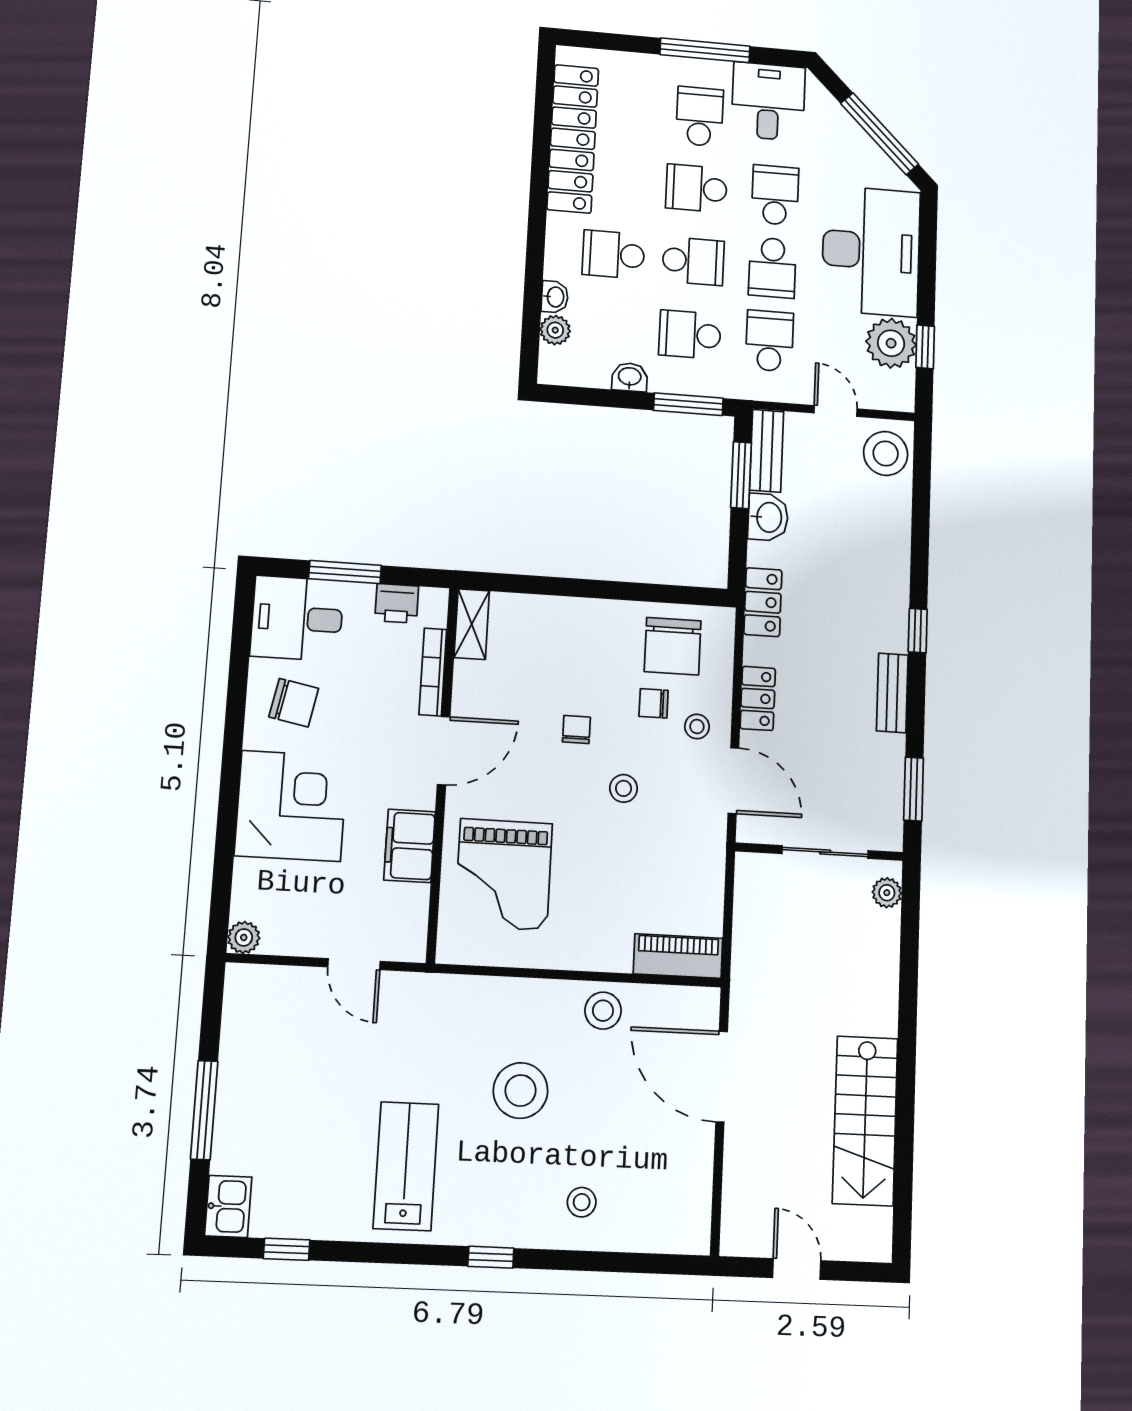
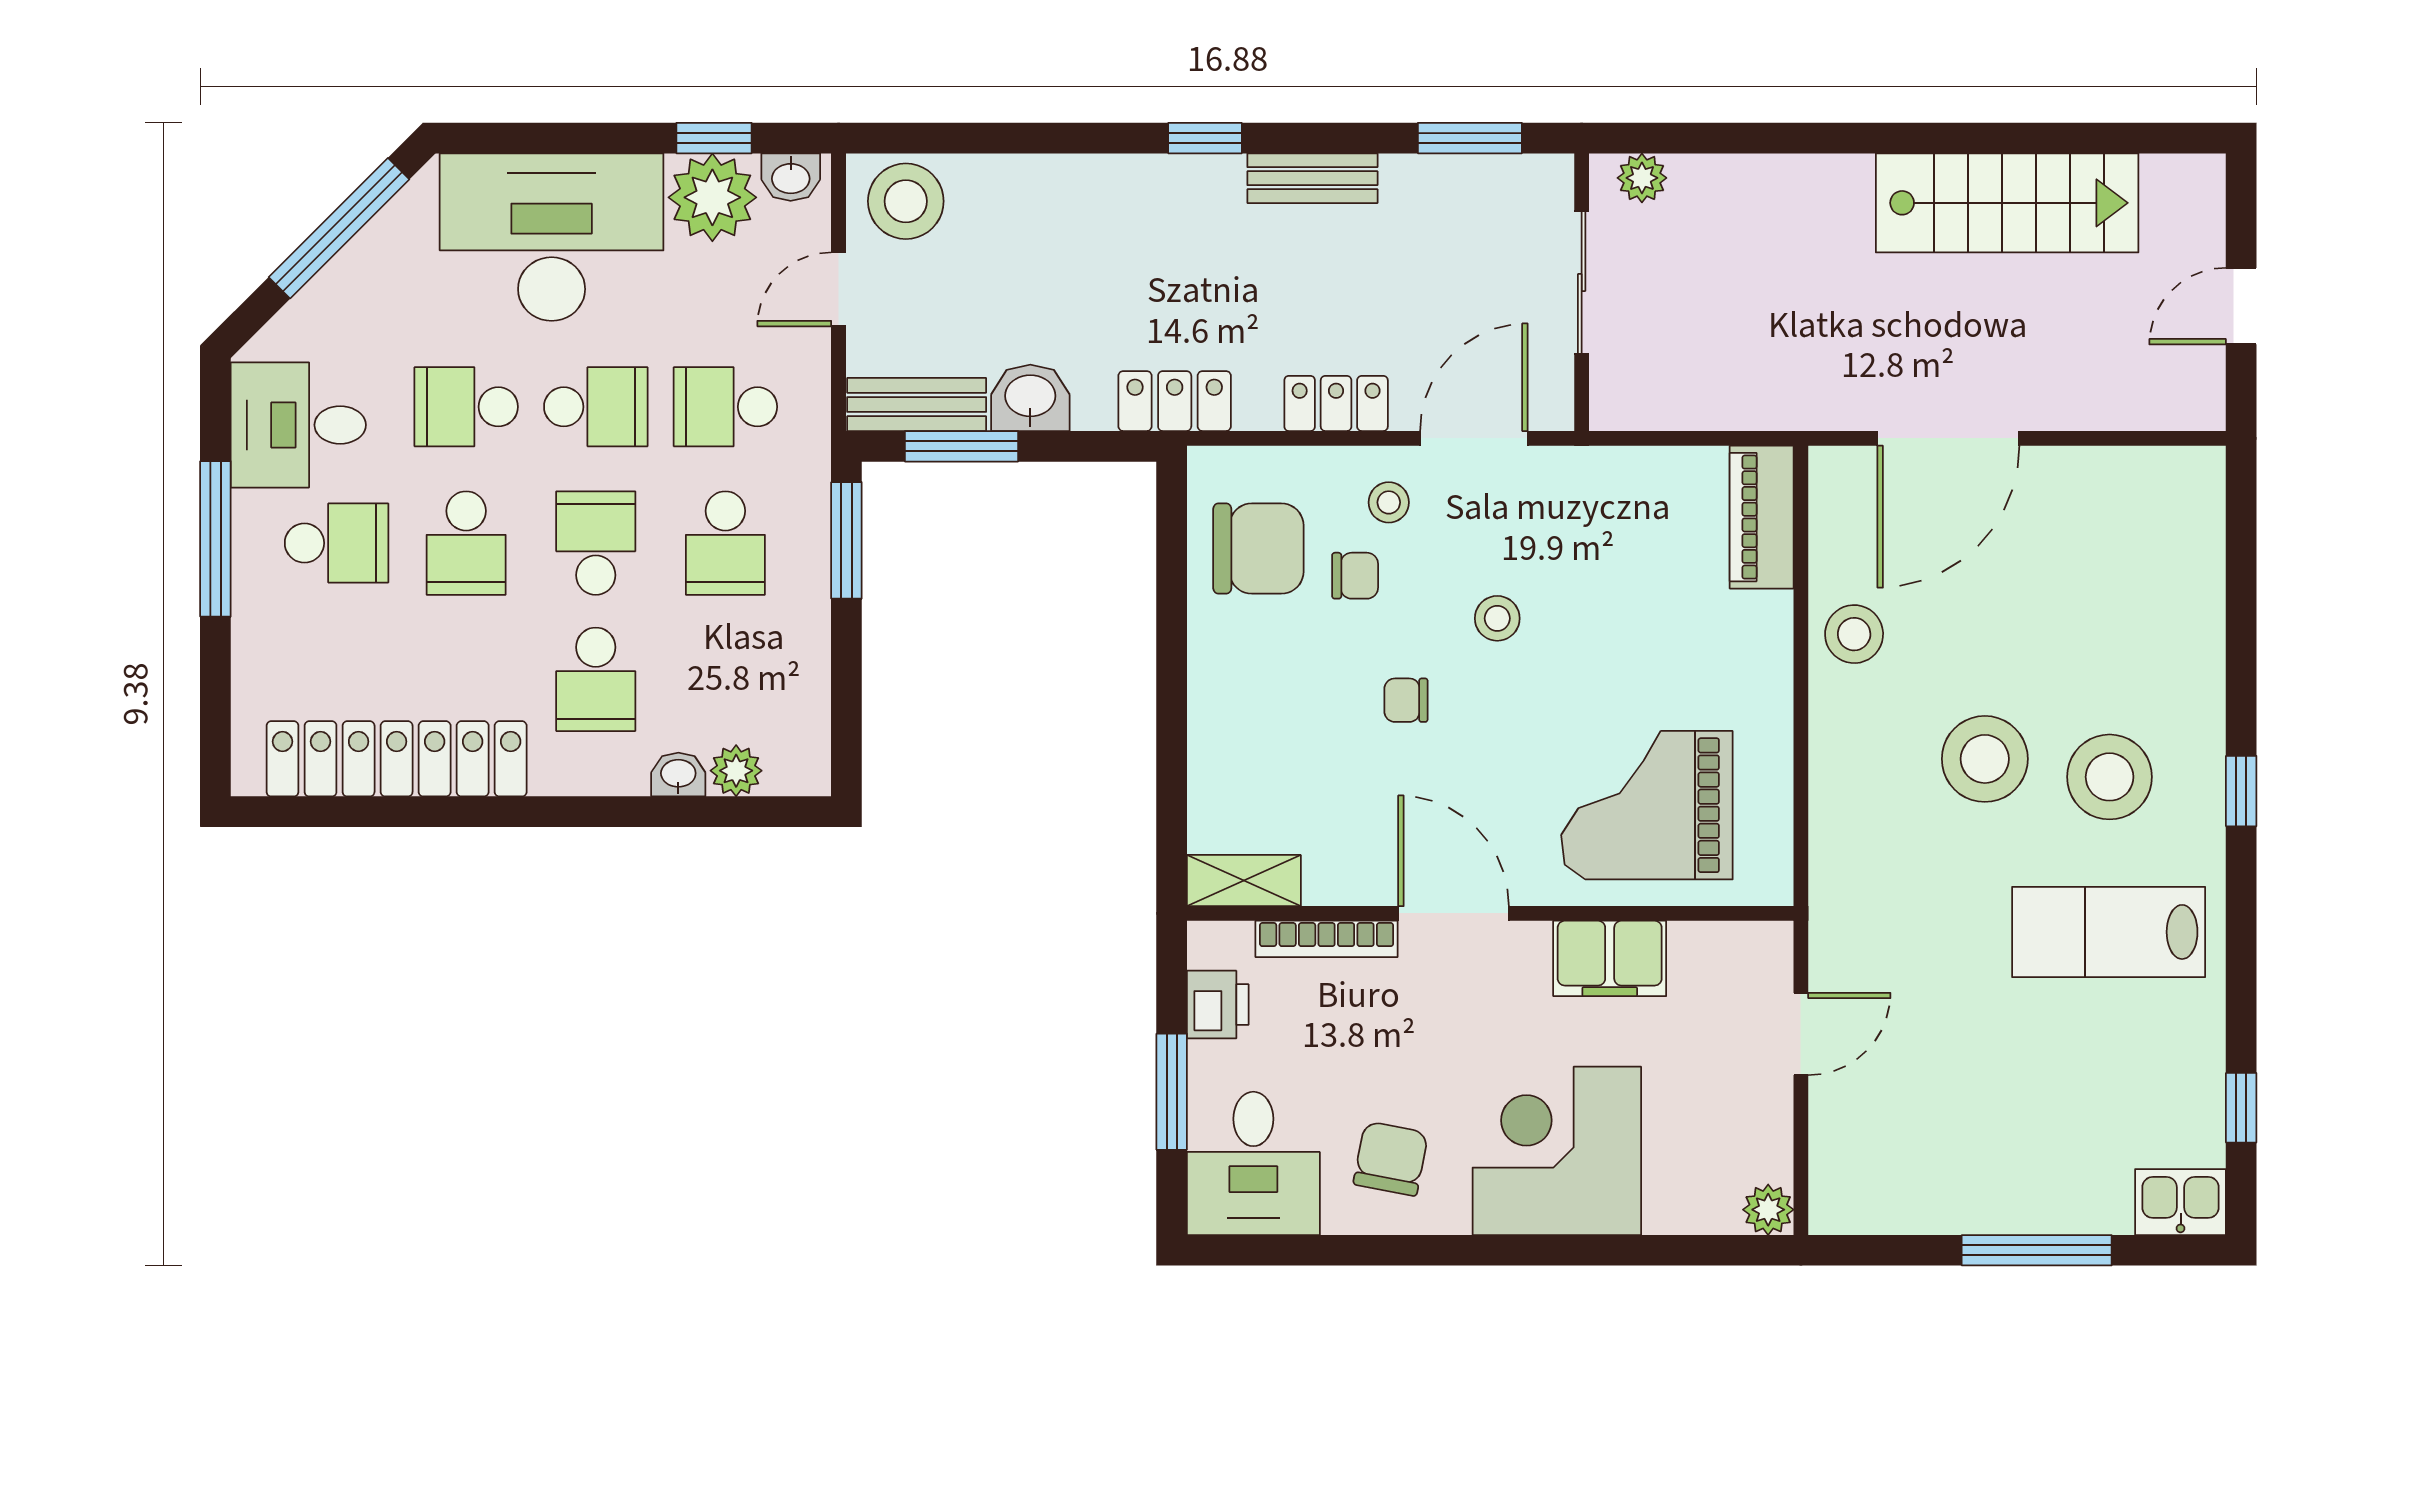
school desk: (700, 116) -> (337, 543), turned 180
washbasin: (630, 377) -> (791, 177), moved, turned -90
chair: (654, 703) -> (1355, 576), turned -90
grand piano: (504, 875) -> (1647, 805), turned 180
stool: (582, 1202) -> (2110, 777), moved, width x1.89, depth x1.89

